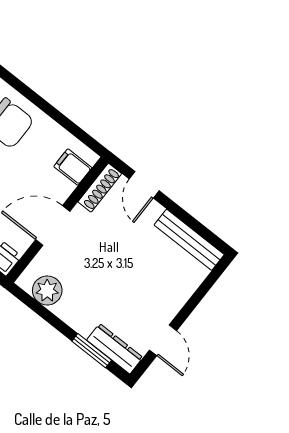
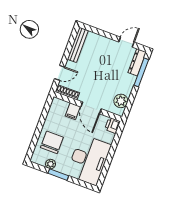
filing cabinet: (73, 167) -> (73, 111), moved
window: (92, 351) -> (141, 72), width x1.44

